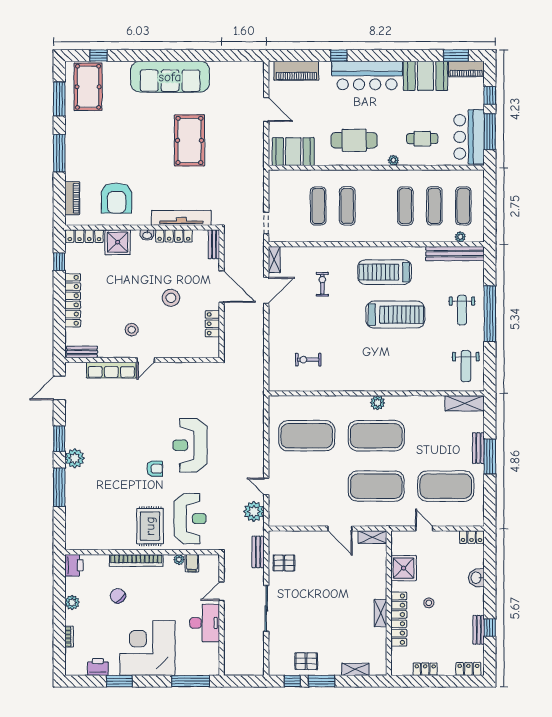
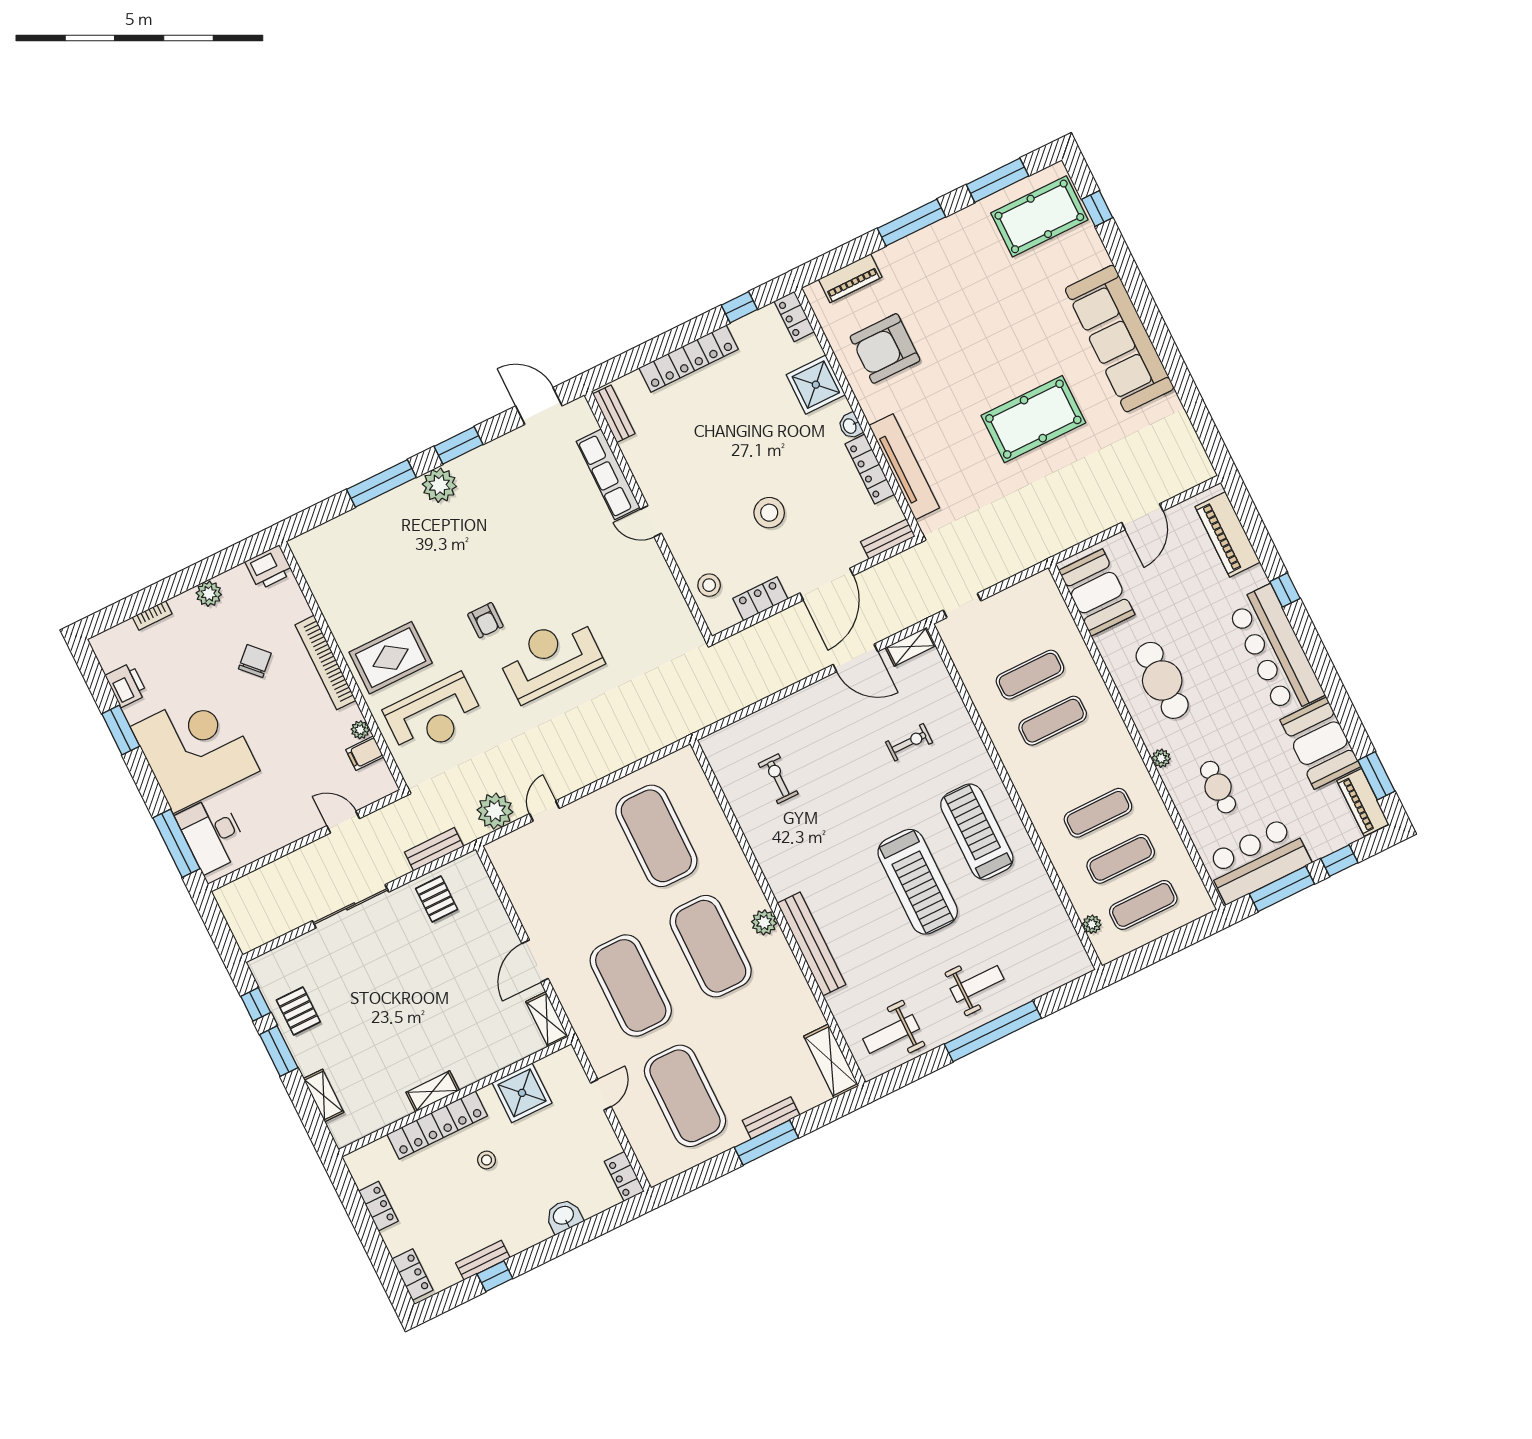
locker: (84, 236) -> (794, 316), width x0.66
bench: (455, 254) -> (812, 944), moved
weight bench: (462, 310) -> (977, 984), turned 180
stool: (132, 330) -> (709, 585), moved
desk: (205, 623) -> (212, 834), moved, turned 90

